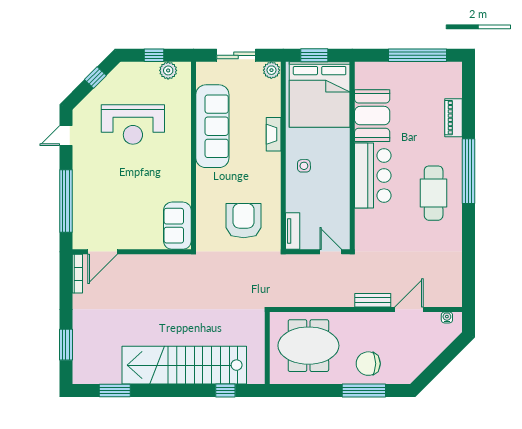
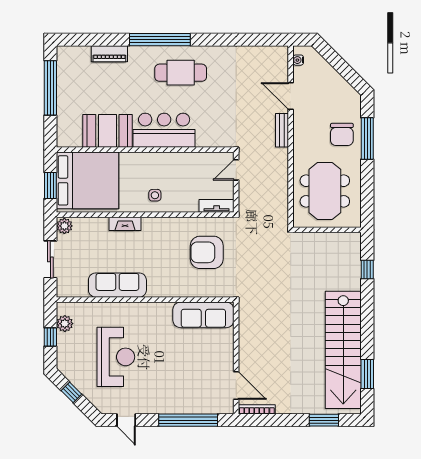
sofa: (212, 126) -> (117, 285), width x0.74, depth x0.79
sofa: (177, 226) -> (203, 315), width x1.36
stairs: (184, 365) -> (343, 350), moved

